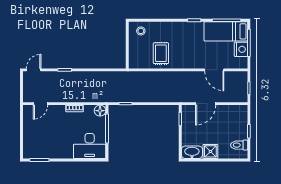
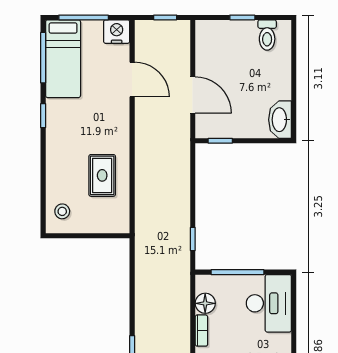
nightstand: (241, 49) -> (117, 32), moved
rug: (161, 53) -> (102, 175), turned 90
door: (214, 70) -> (132, 80), hinge flipped
floor lamp: (100, 111) -> (205, 303), moved
shower: (210, 151) -> (279, 86), removed

